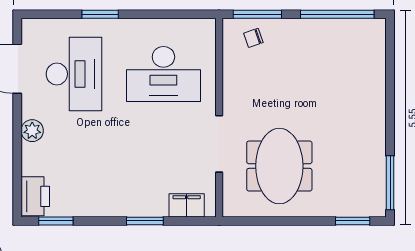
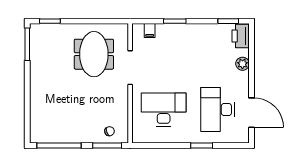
plant: (32, 131) -> (242, 64), moved
filing cabinet: (187, 205) -> (150, 31), width x0.50

